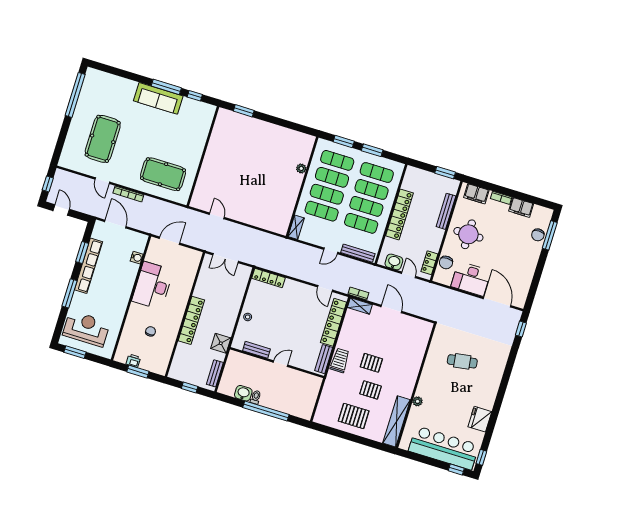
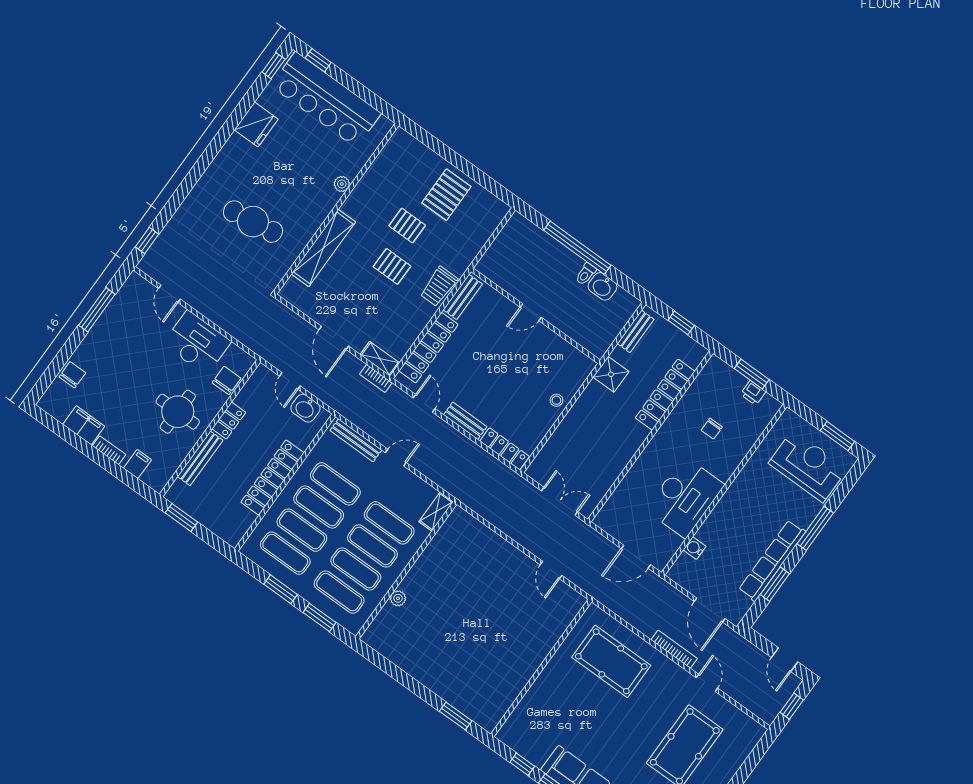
filing cabinet: (476, 194) -> (137, 464), width x0.50
window: (550, 235) -> (97, 310), moved
locker: (429, 263) -> (229, 421), moved
door: (497, 302) -> (169, 294), width x0.53
locker: (191, 320) -> (665, 395), moved
reception desk: (86, 329) -> (808, 466), turned 180
bench: (256, 350) -> (465, 421), moved
cafe table: (462, 361) -> (253, 222), width x1.37, depth x1.35
pallet: (354, 416) -> (446, 195), turned 90
shelving: (397, 421) -> (323, 248), moved

